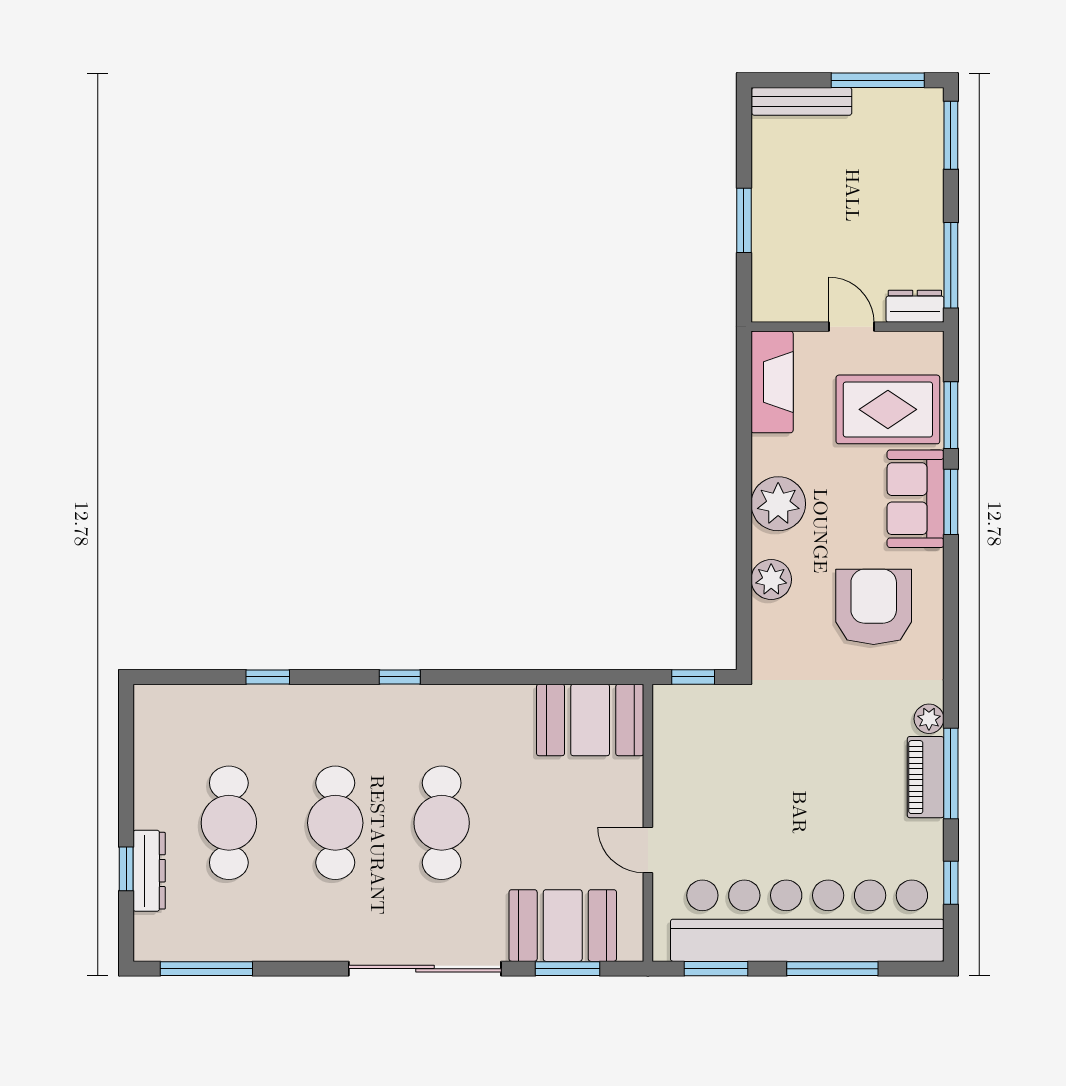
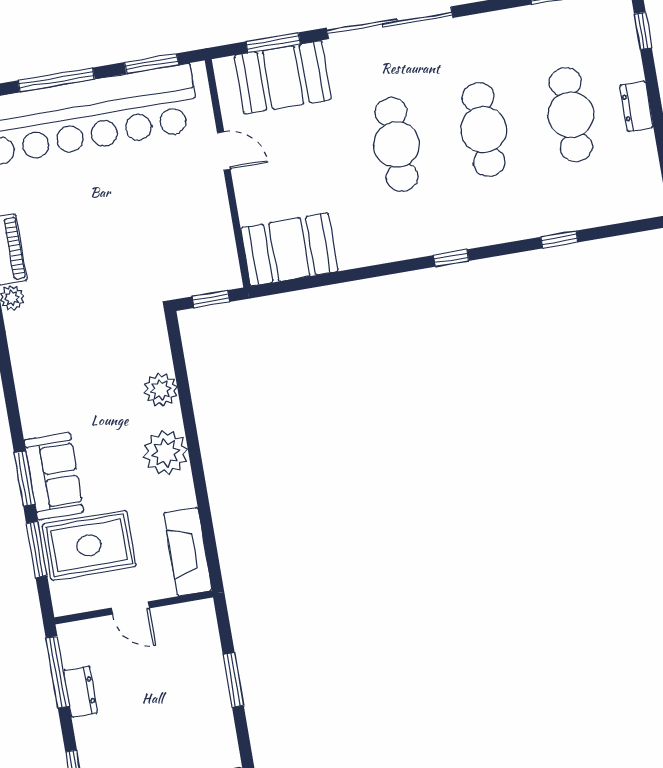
dresser: (915, 306) -> (81, 692), moved, turned -90
armchair: (874, 607) -> (73, 382), removed
window: (126, 869) -> (643, 31), moved
dresser: (149, 871) -> (636, 106), moved, width x0.70

